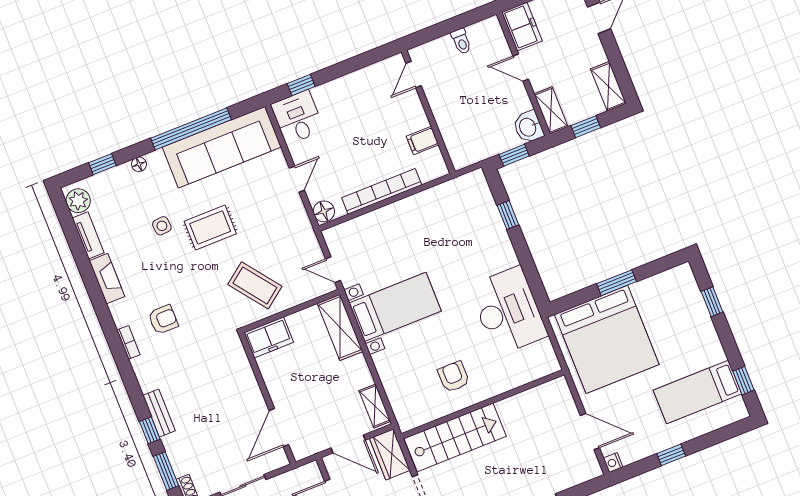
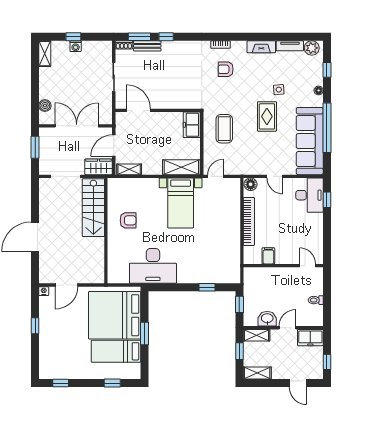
desk: (297, 117) -> (309, 195), width x1.37
washbasin: (528, 127) -> (267, 319), moved
coffee table: (255, 285) -> (224, 129), turned -53
armchair: (163, 320) -> (226, 69), turned 90
bed: (697, 392) -> (116, 351), moved, turned -90
bench: (159, 413) -> (147, 46), moved

